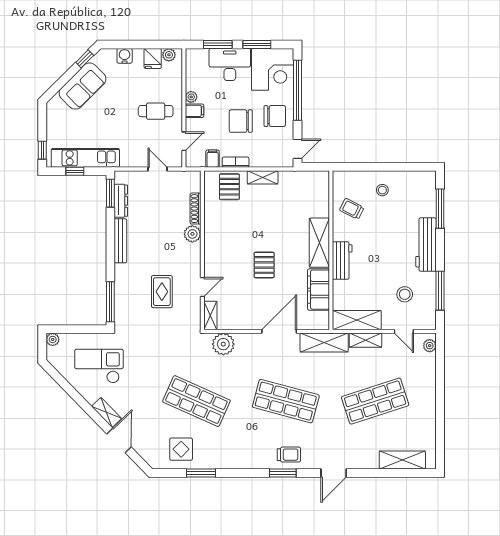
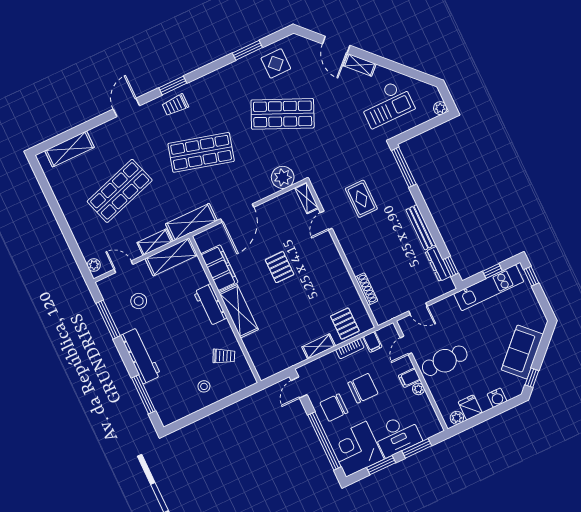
cafe table: (156, 111) -> (445, 361), width x1.37, depth x1.35
window: (110, 193) -> (451, 266), width x0.67
plant: (192, 234) -> (358, 265), removed

